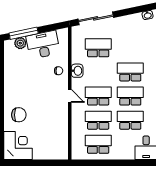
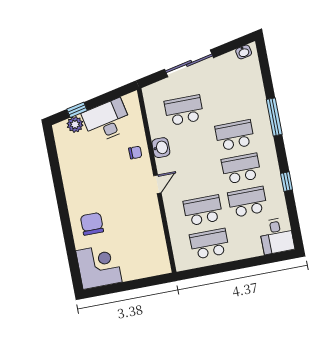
sliding door: (96, 18) -> (189, 63), moved
window: (24, 33) -> (77, 110), width x0.46
door: (70, 96) -> (157, 184), hinge flipped
school desk: (98, 96) -> (197, 177), removed
chair: (19, 115) -> (92, 224), turned -90

